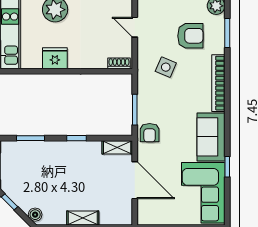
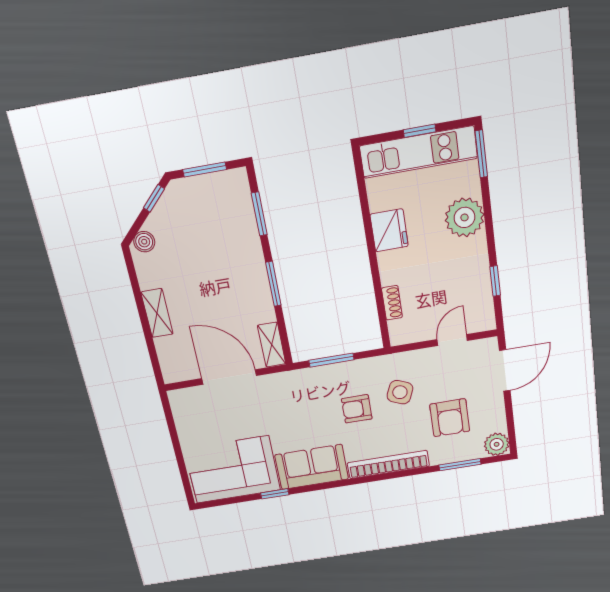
shoe rack: (119, 63) -> (392, 303), moved
armchair: (150, 133) -> (357, 409), moved
window: (77, 138) -> (273, 284), width x1.50
door: (135, 180) -> (229, 377), swing flipped

